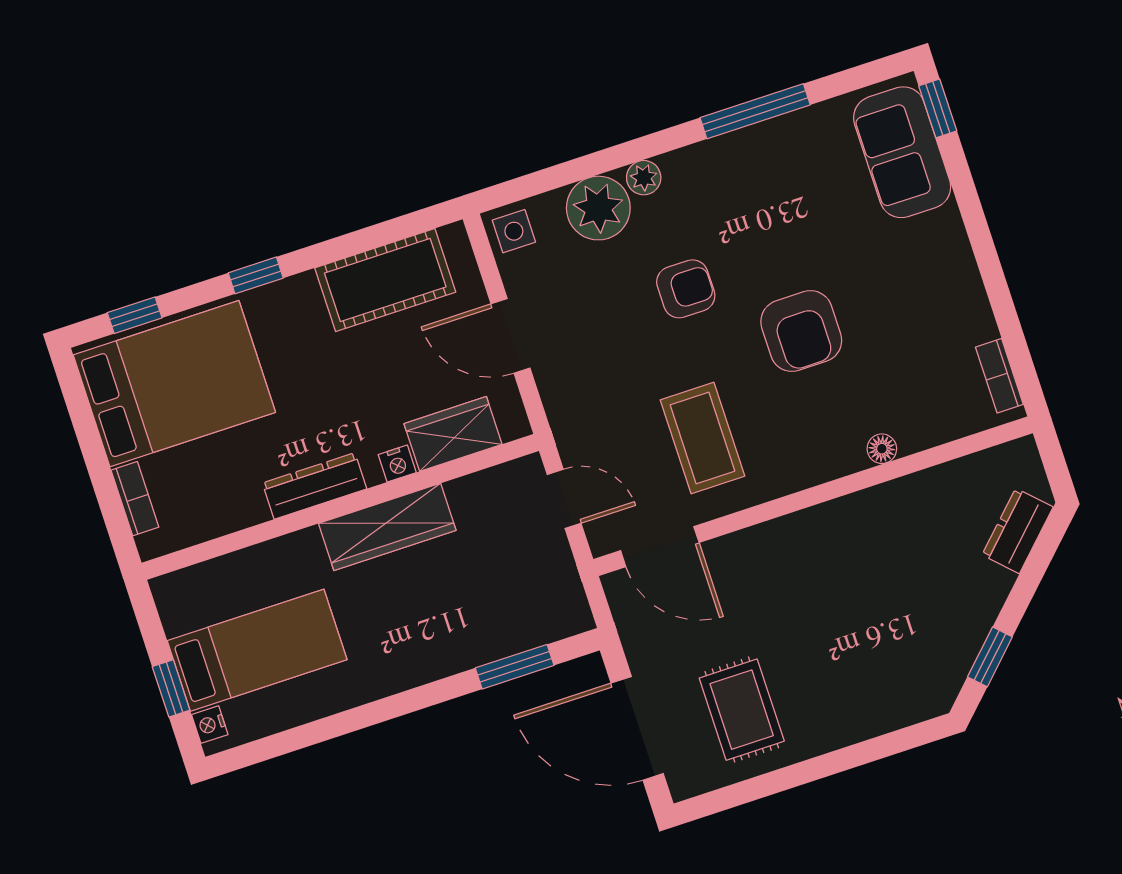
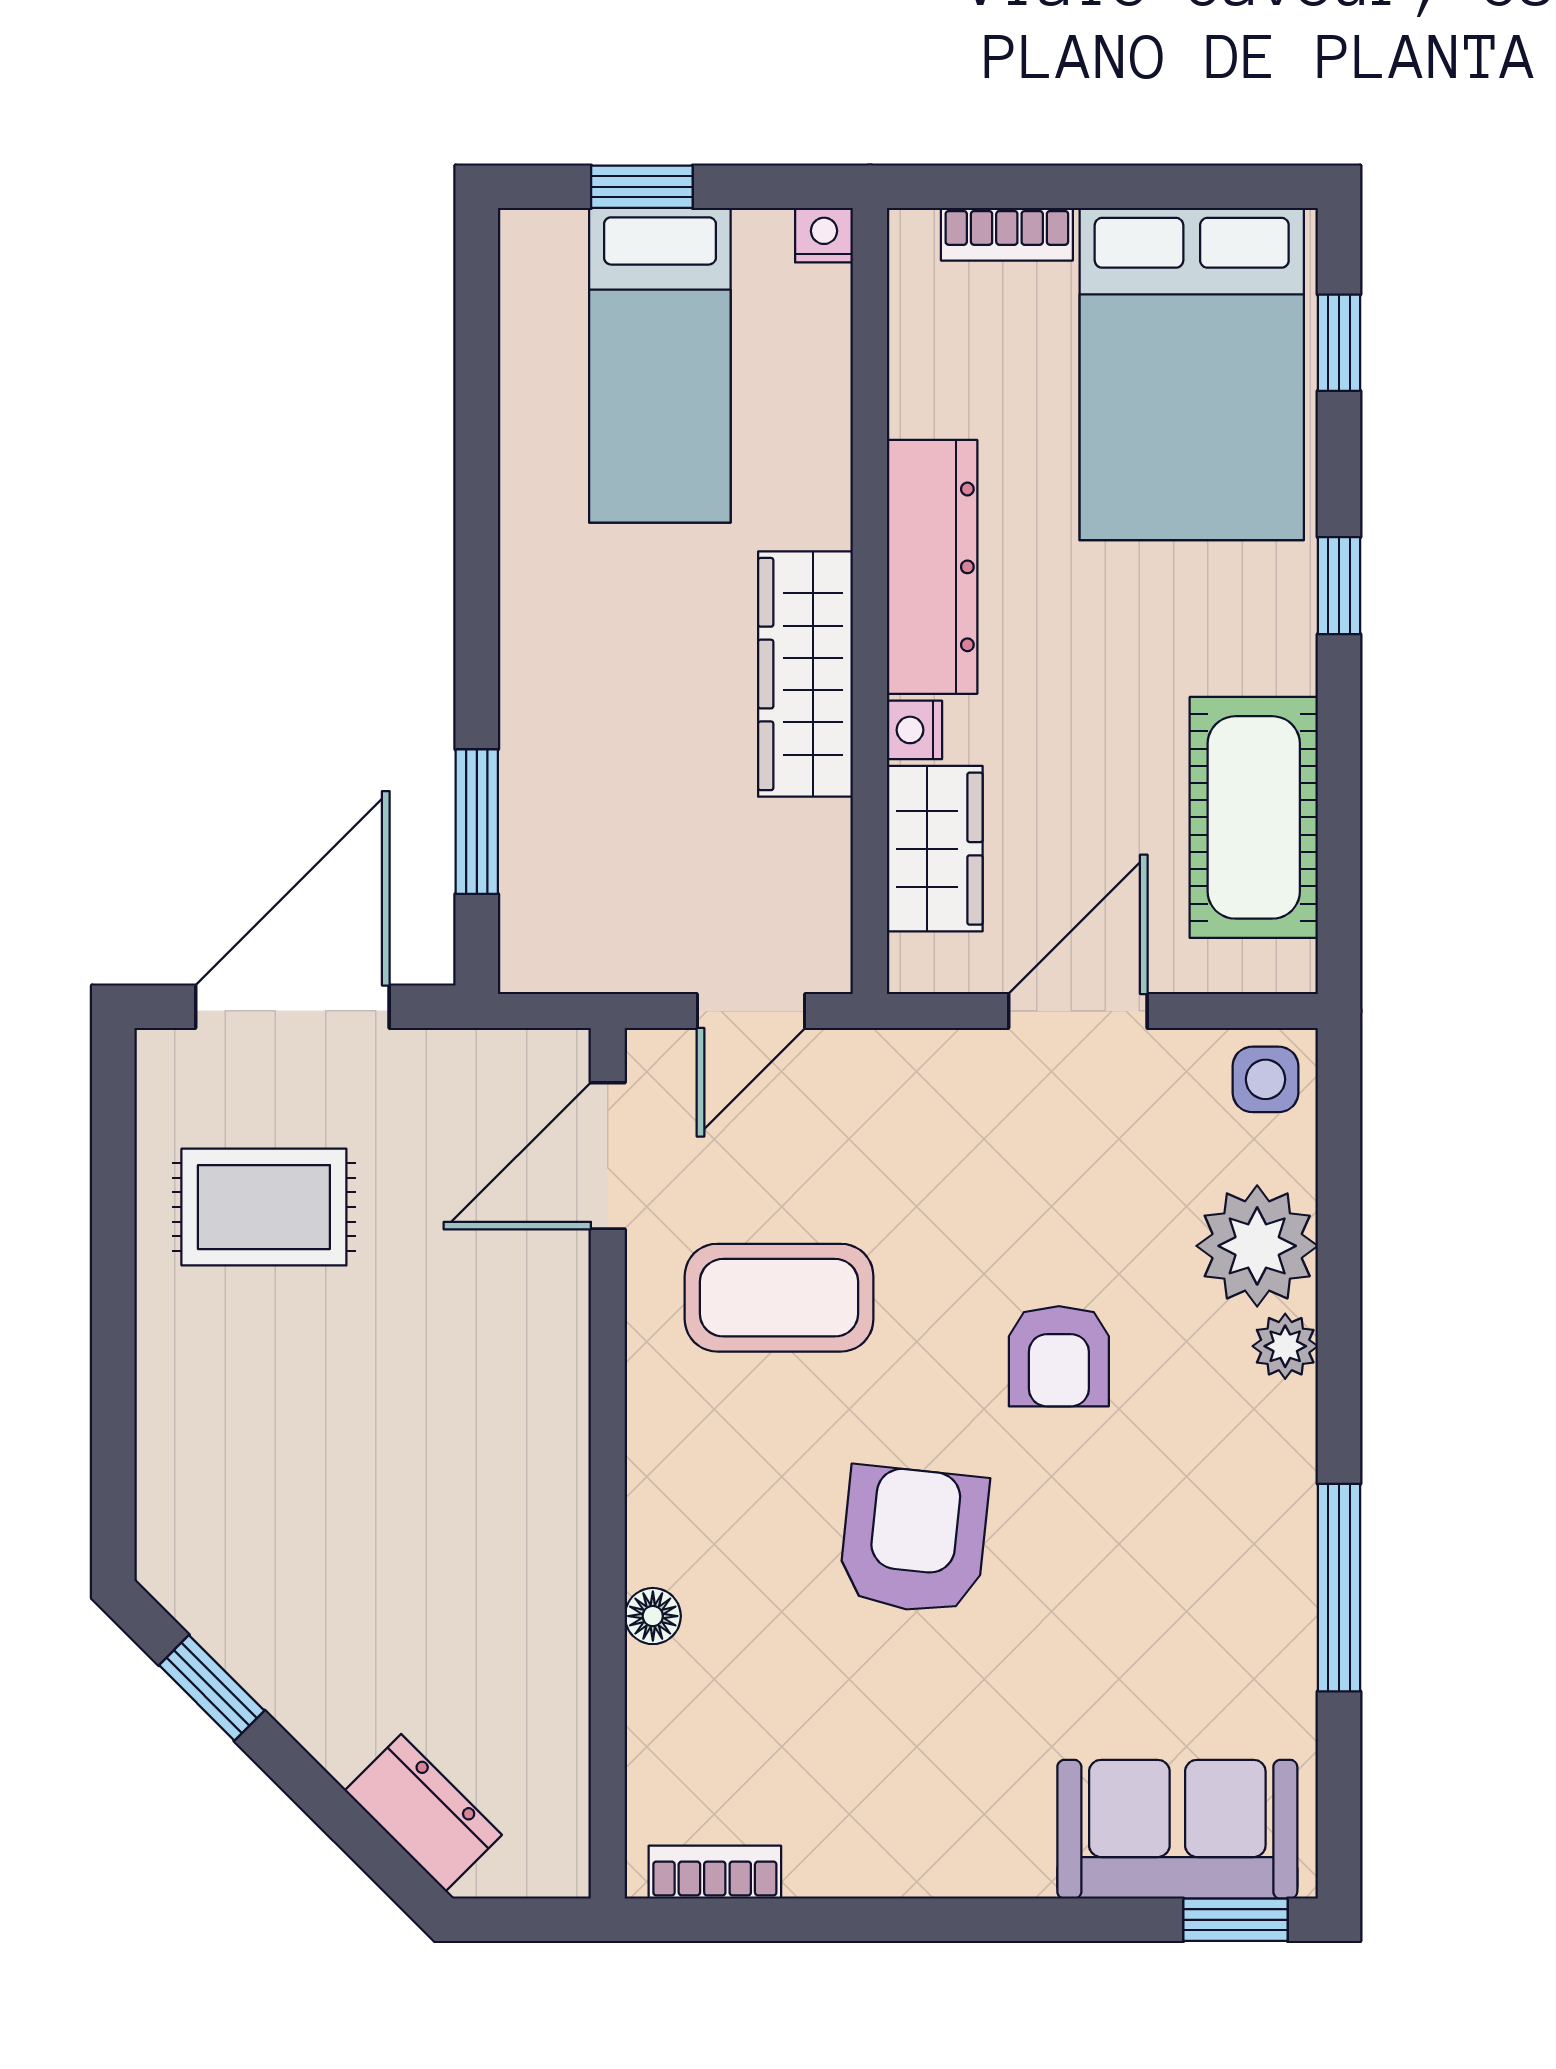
armchair: (801, 331) -> (914, 1540), turned 96
dresser: (314, 486) -> (932, 567), width x1.37, depth x1.24
nightstand: (210, 725) -> (824, 235), moved

